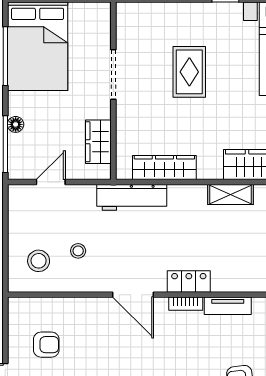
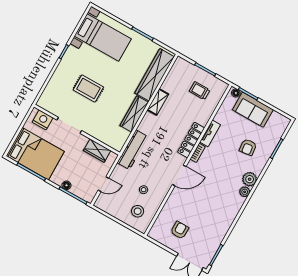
nightstand: (98, 28) -> (43, 120), added
wardrobe: (164, 168) -> (134, 114), moved
door: (51, 182) -> (103, 184), swing flipped
locker: (189, 282) -> (191, 140), width x1.53

